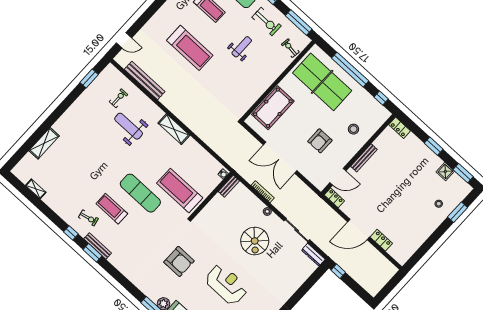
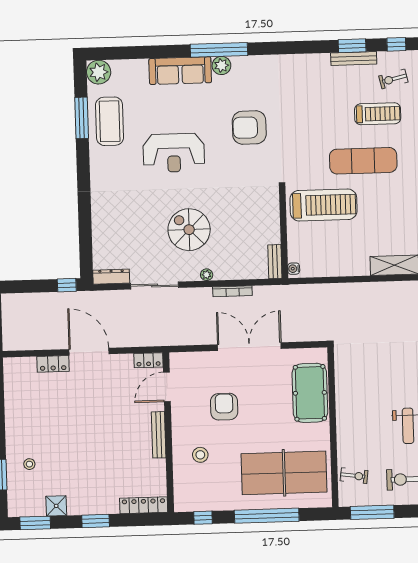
locker: (400, 128) -> (144, 505), width x1.53
door: (358, 229) -> (89, 352), hinge flipped

